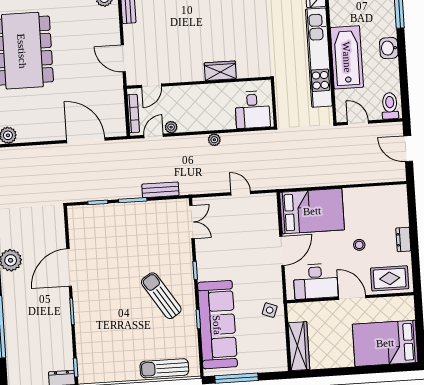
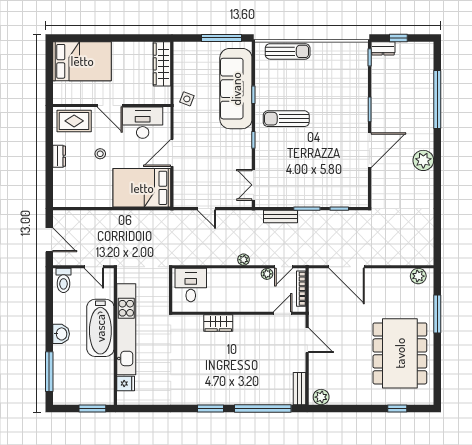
plant: (214, 140) -> (244, 260), moved
sun lounger: (161, 296) -> (286, 119), turned 123

